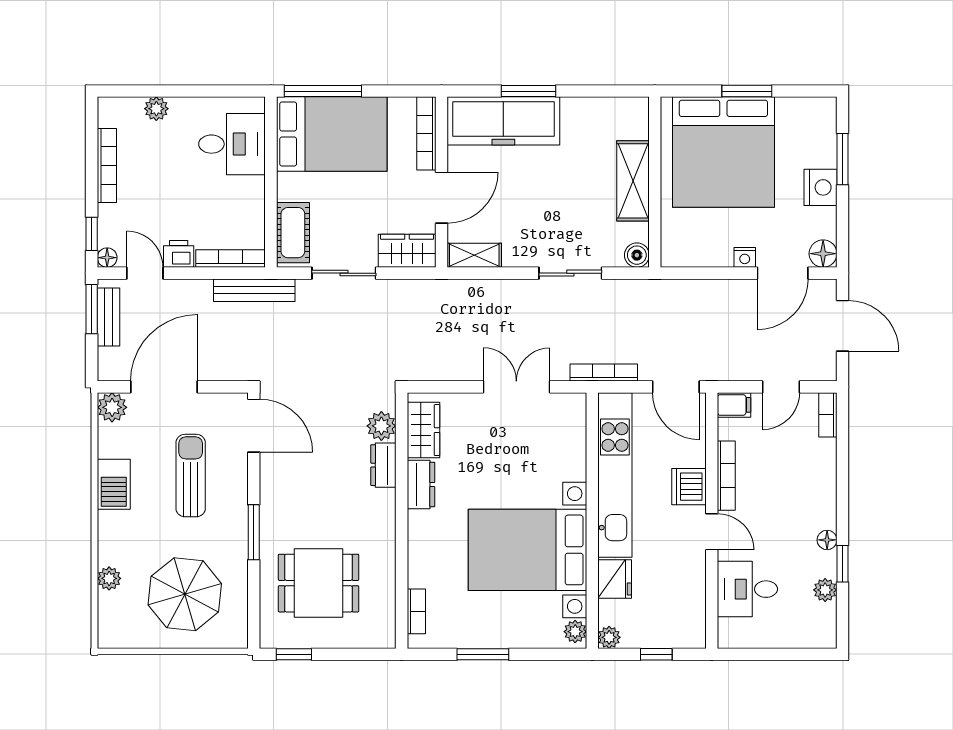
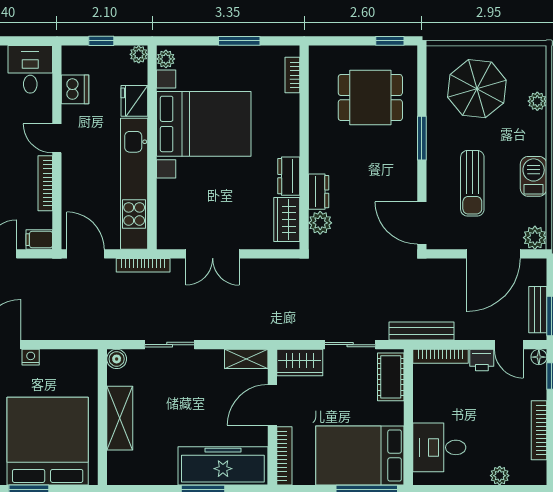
dishwasher: (689, 487) -> (75, 89), moved
desk: (747, 589) -> (30, 69), moved, turned -90

